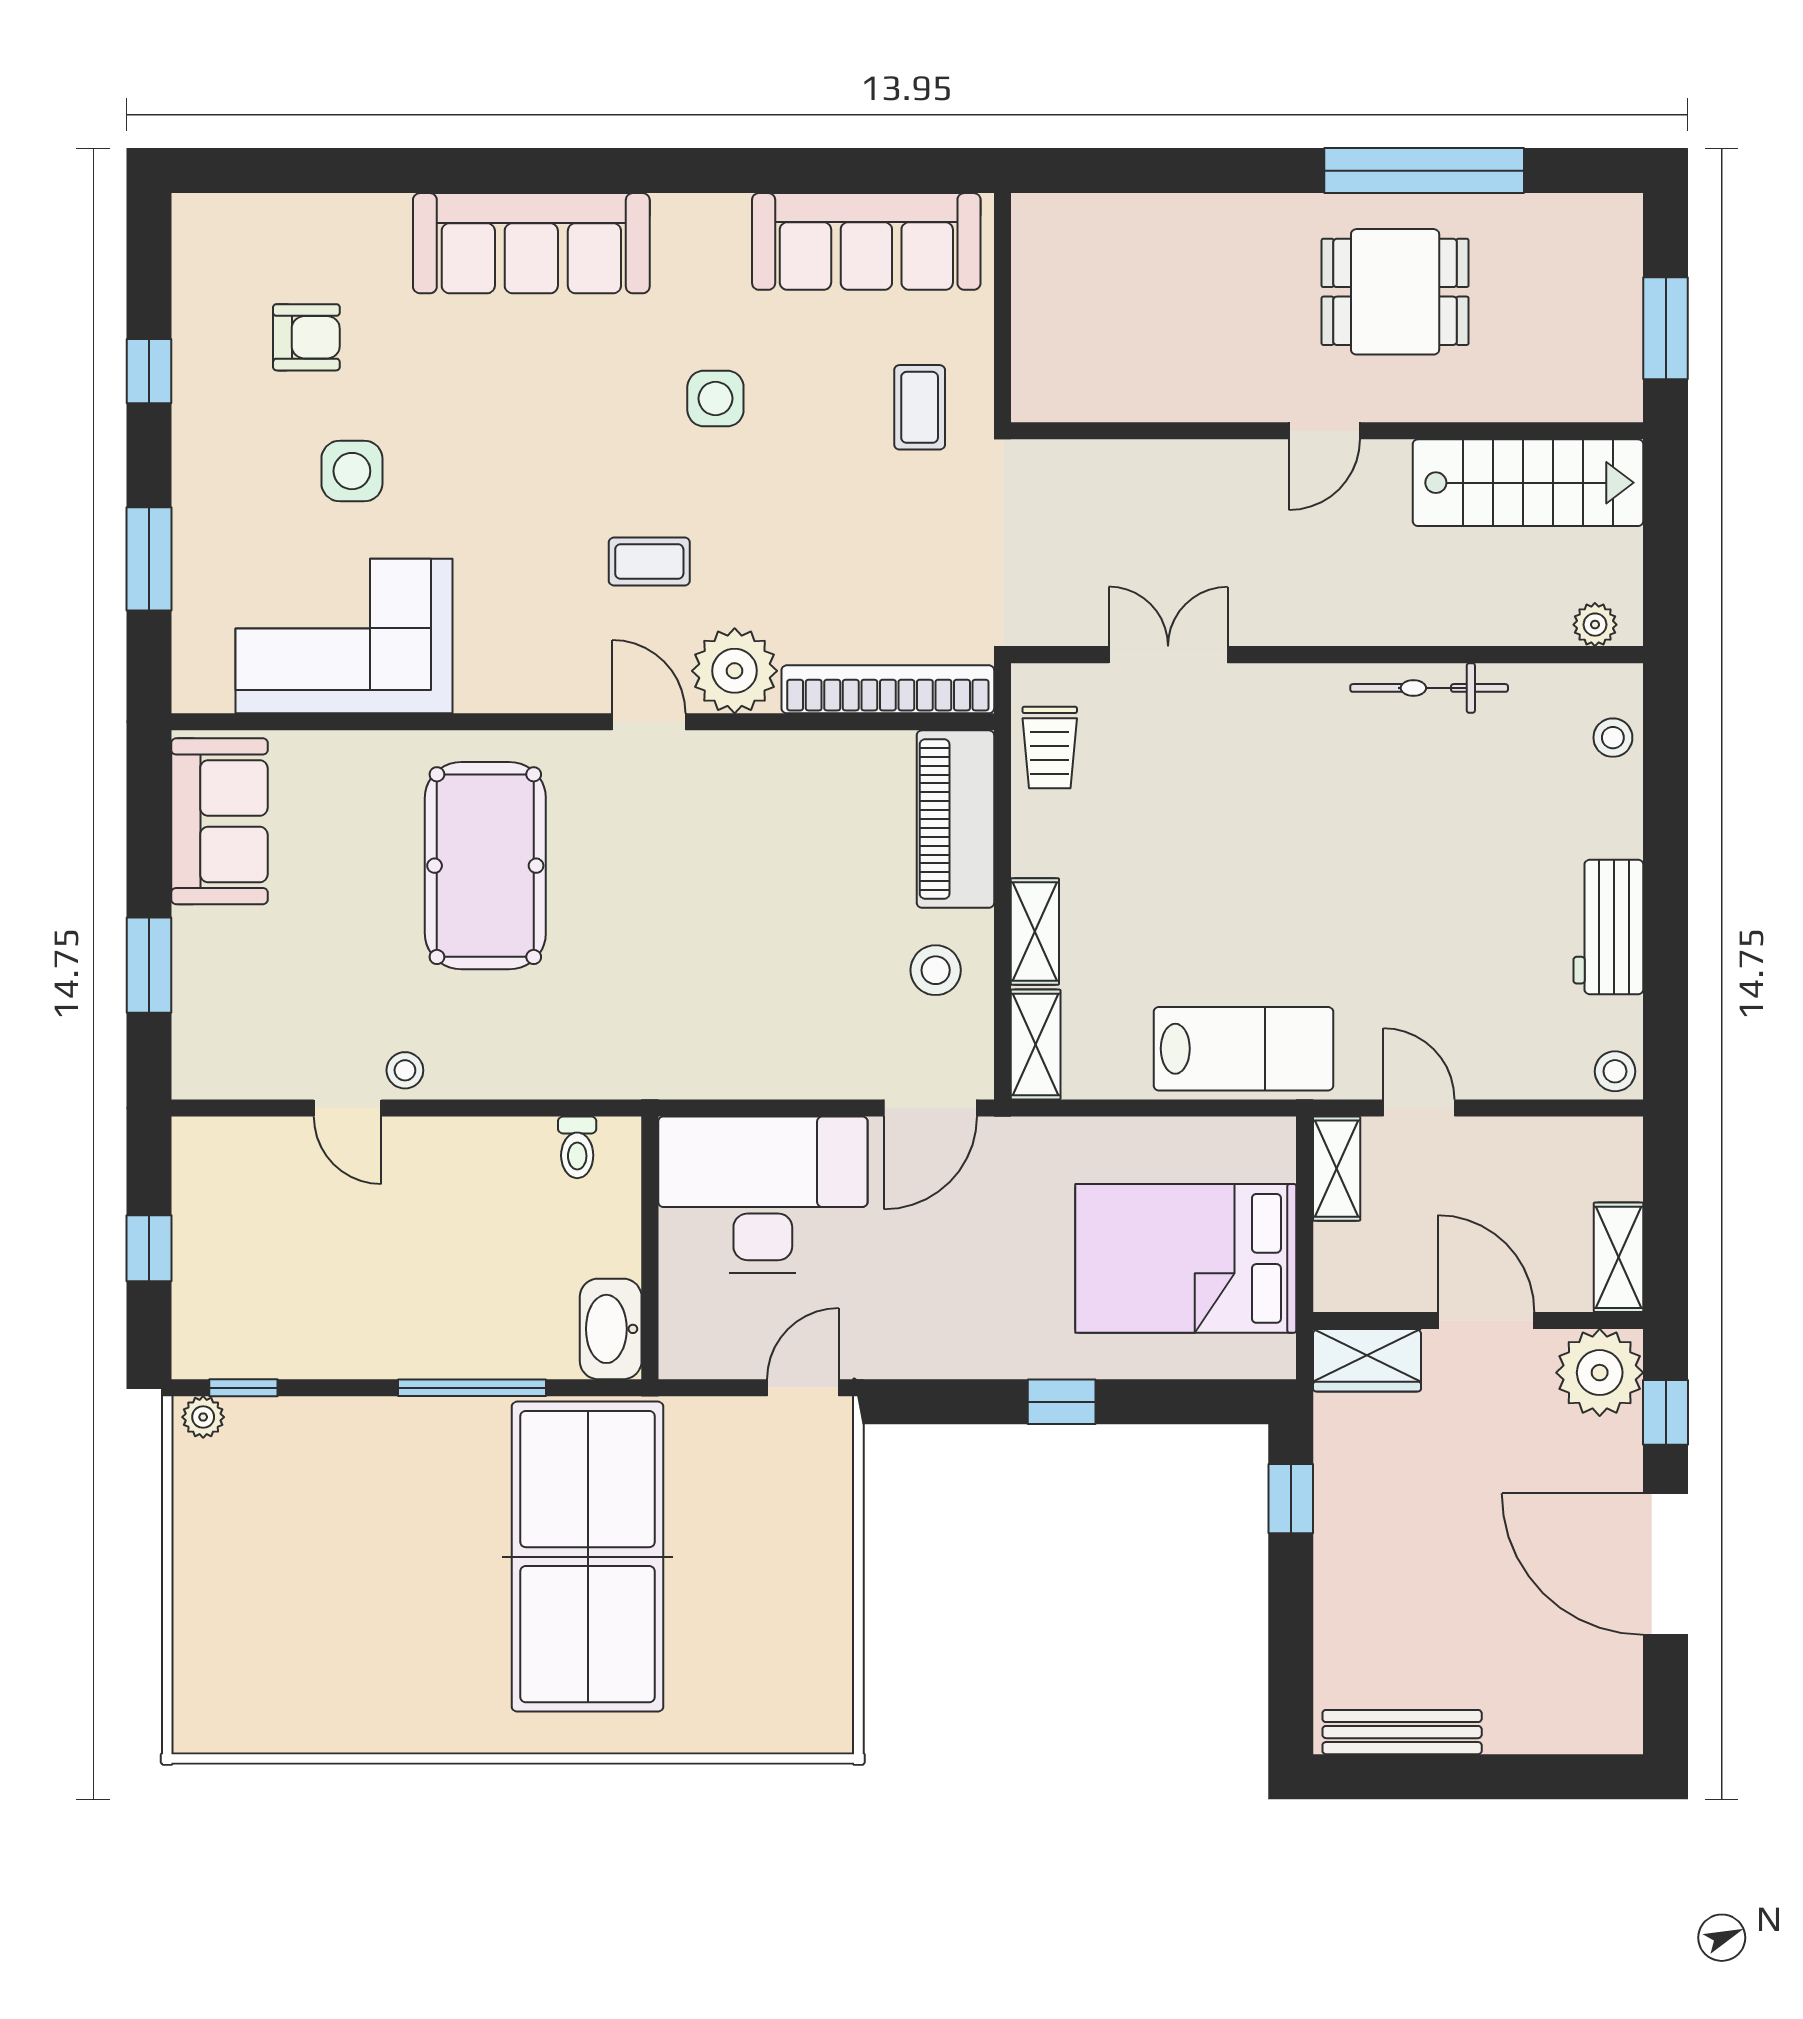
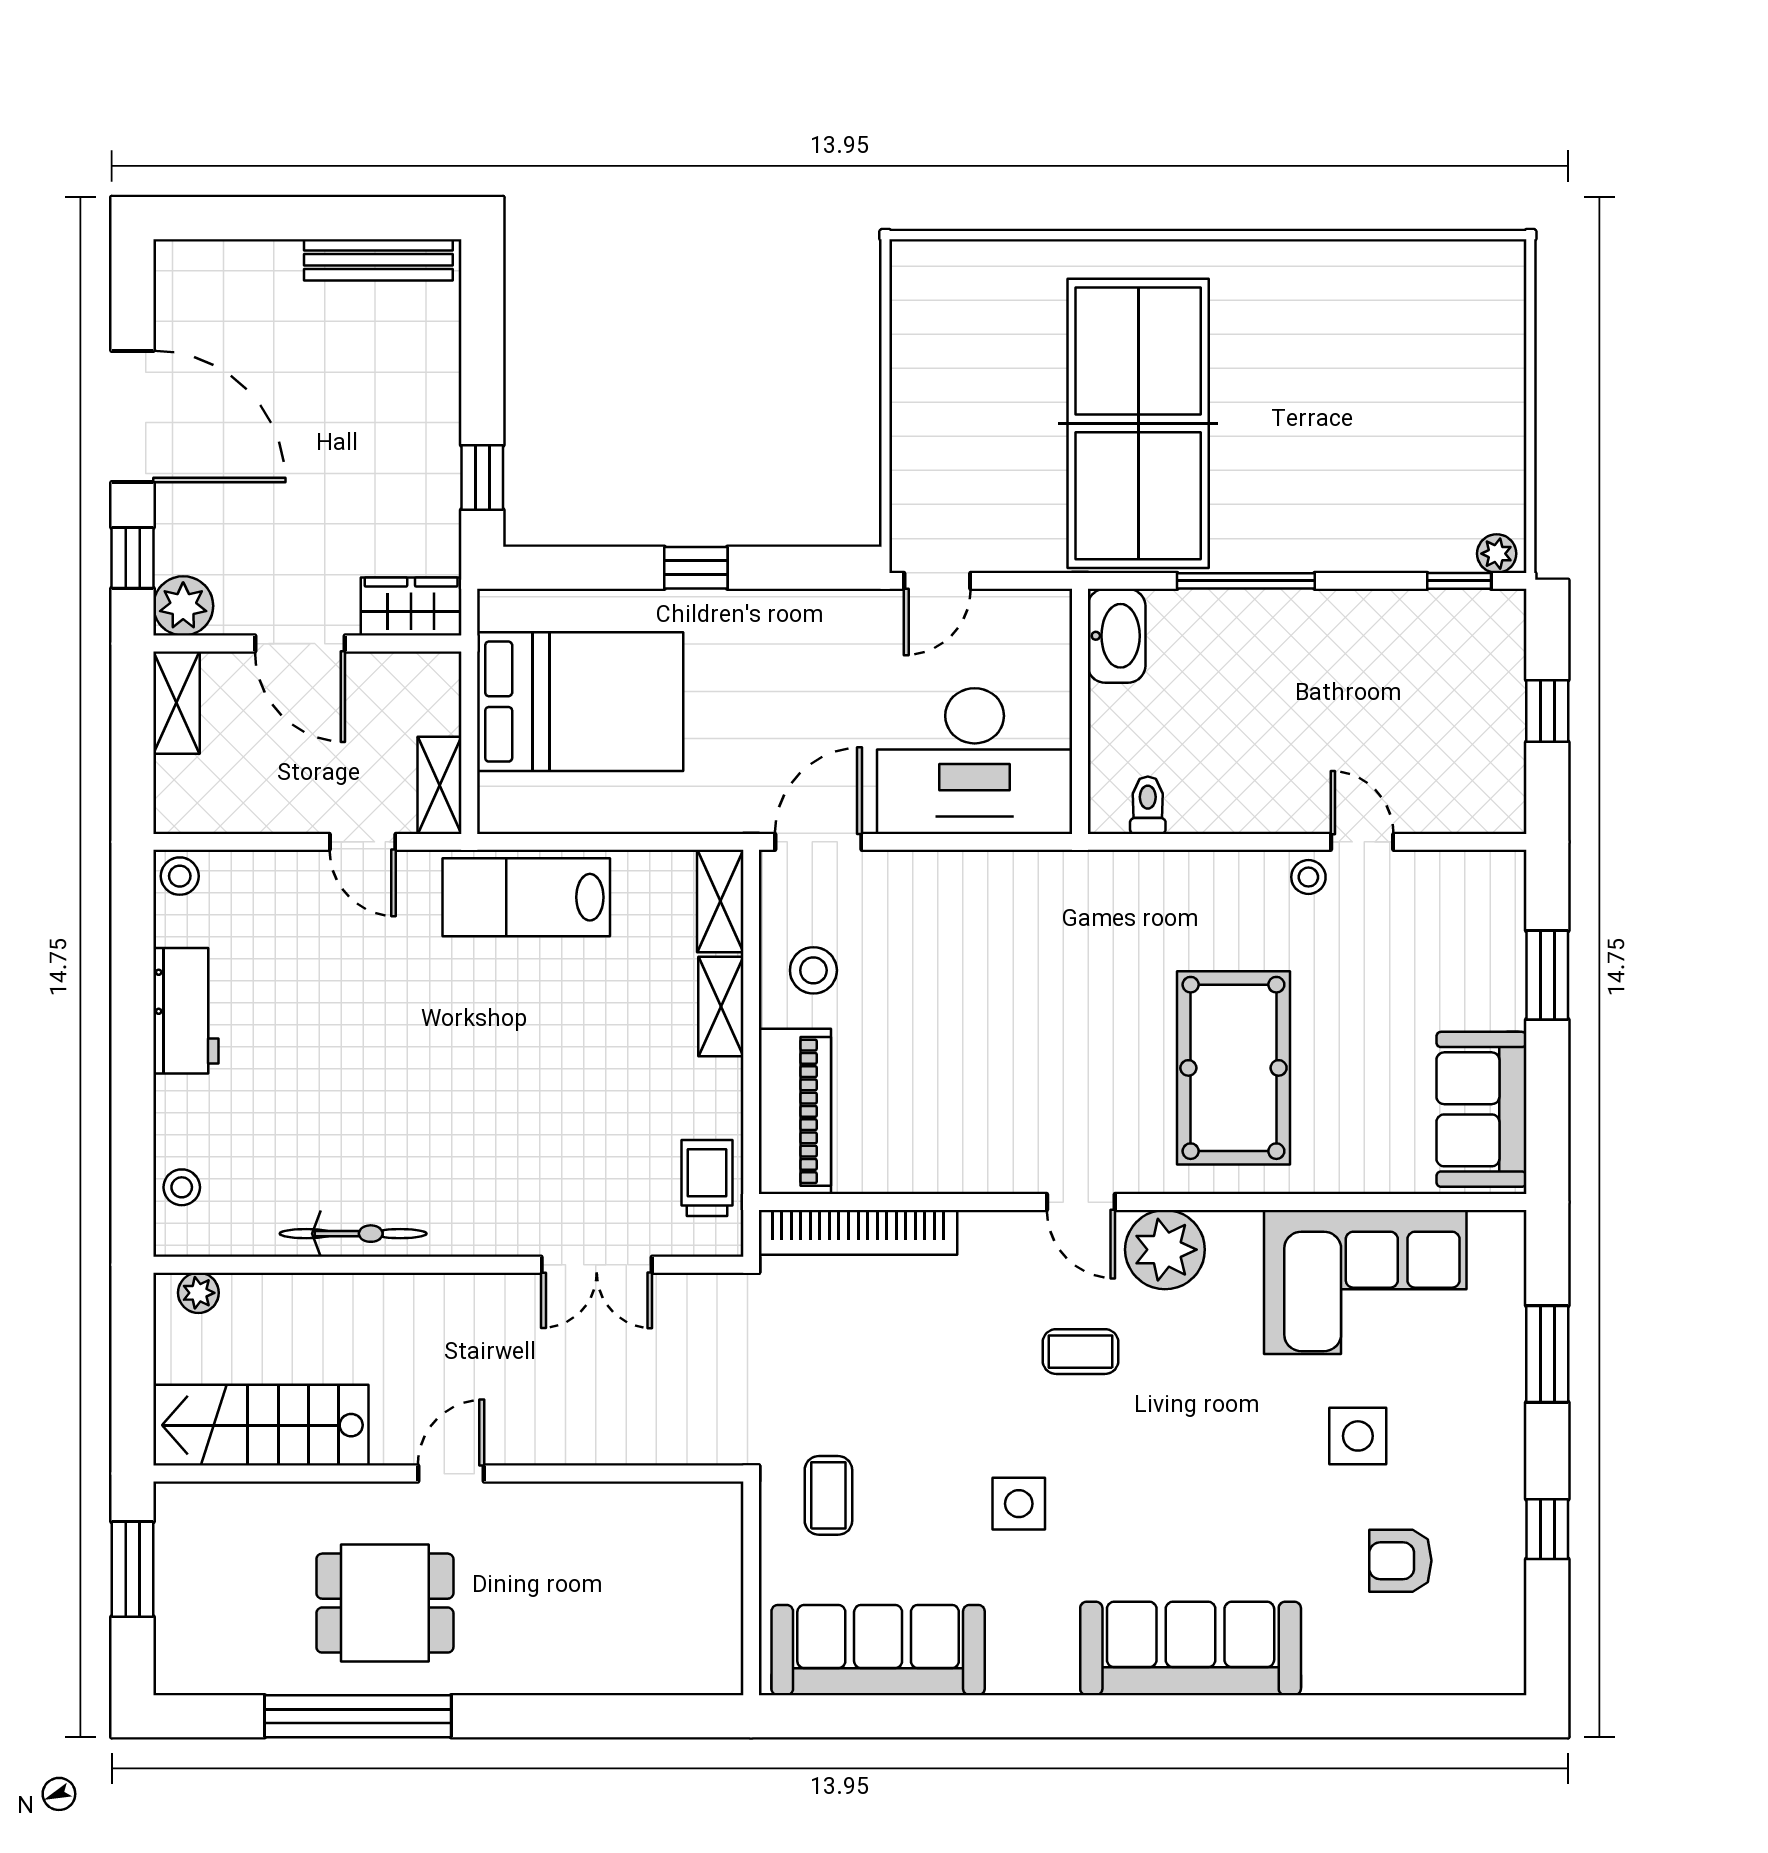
plant: (735, 671) -> (1165, 1250), moved
plant: (1600, 1373) -> (183, 606), width x0.73, depth x0.73

